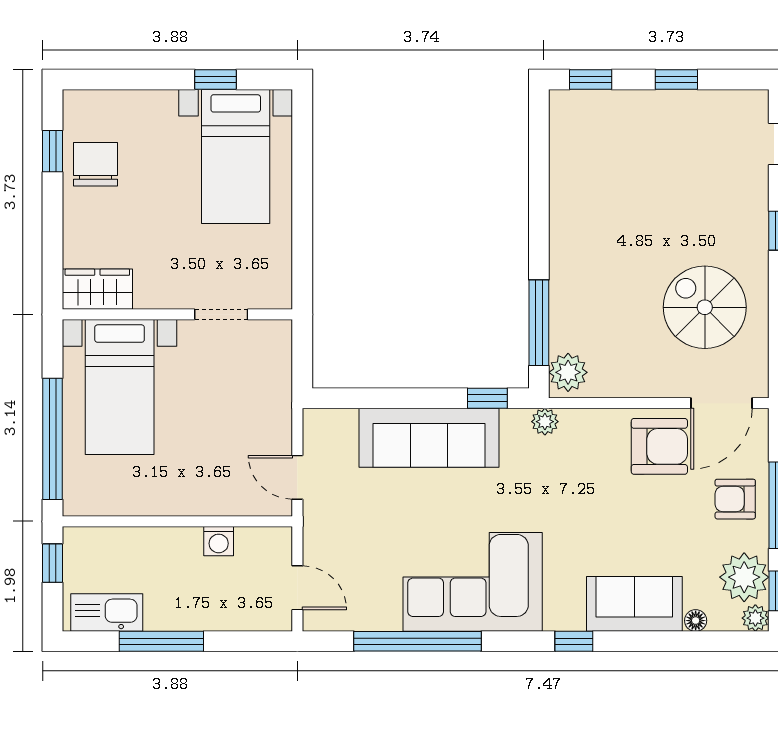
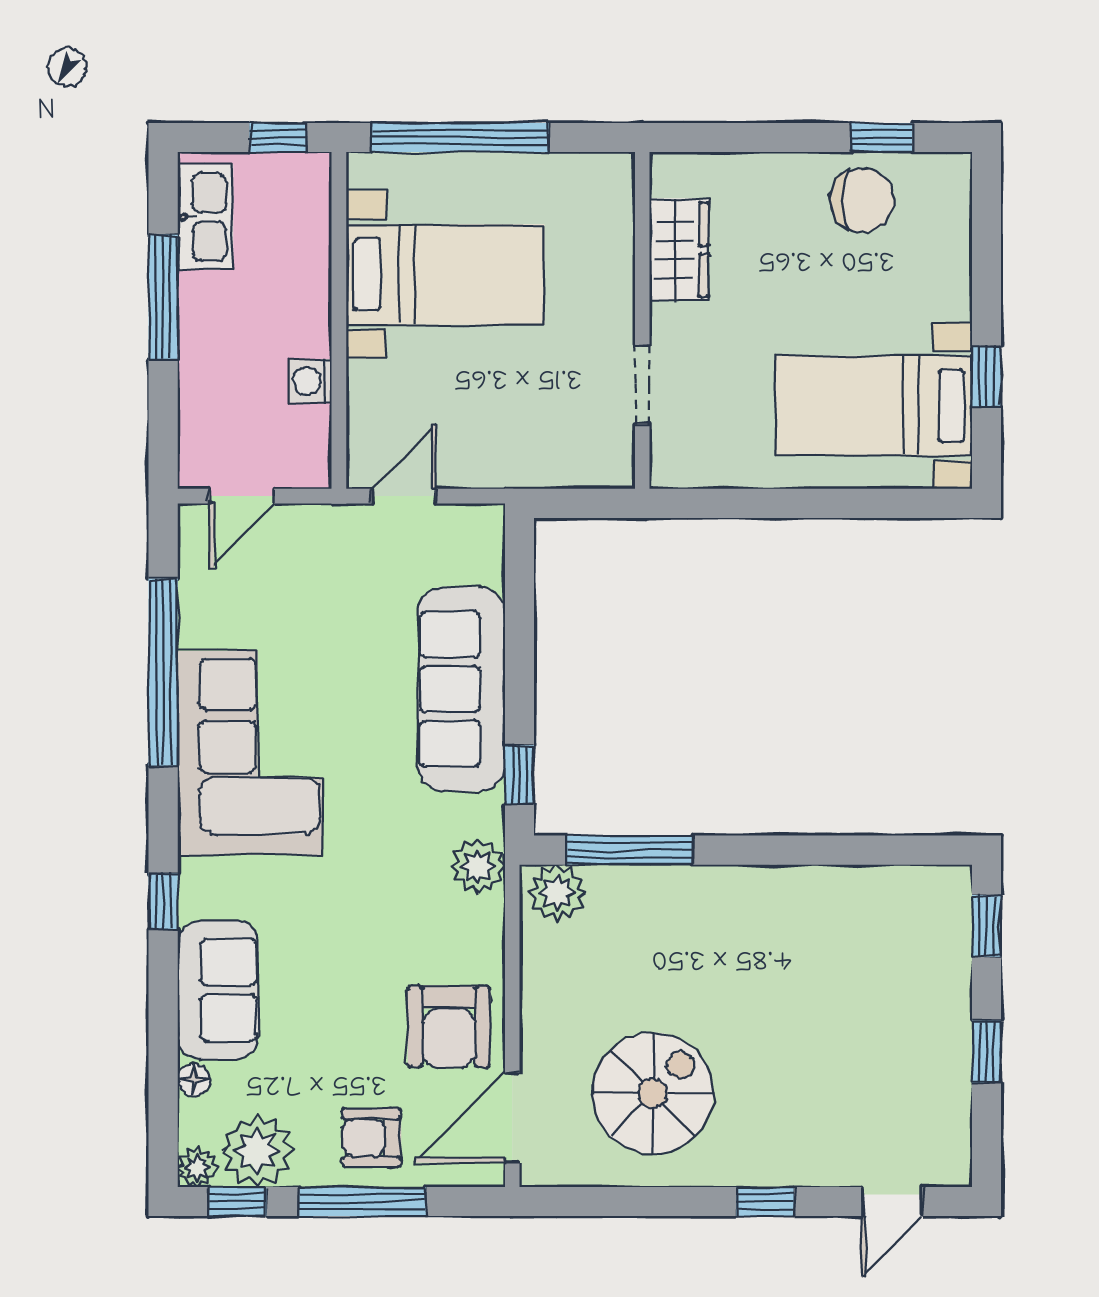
wardrobe: (97, 289) -> (679, 250), moved
bed with nightstands: (120, 387) -> (445, 274), moved, turned 180
door: (721, 403) -> (512, 1118), hinge flipped
plant: (545, 422) -> (478, 866), width x1.38, depth x1.38
armchair: (735, 499) -> (372, 1138), turned -90

